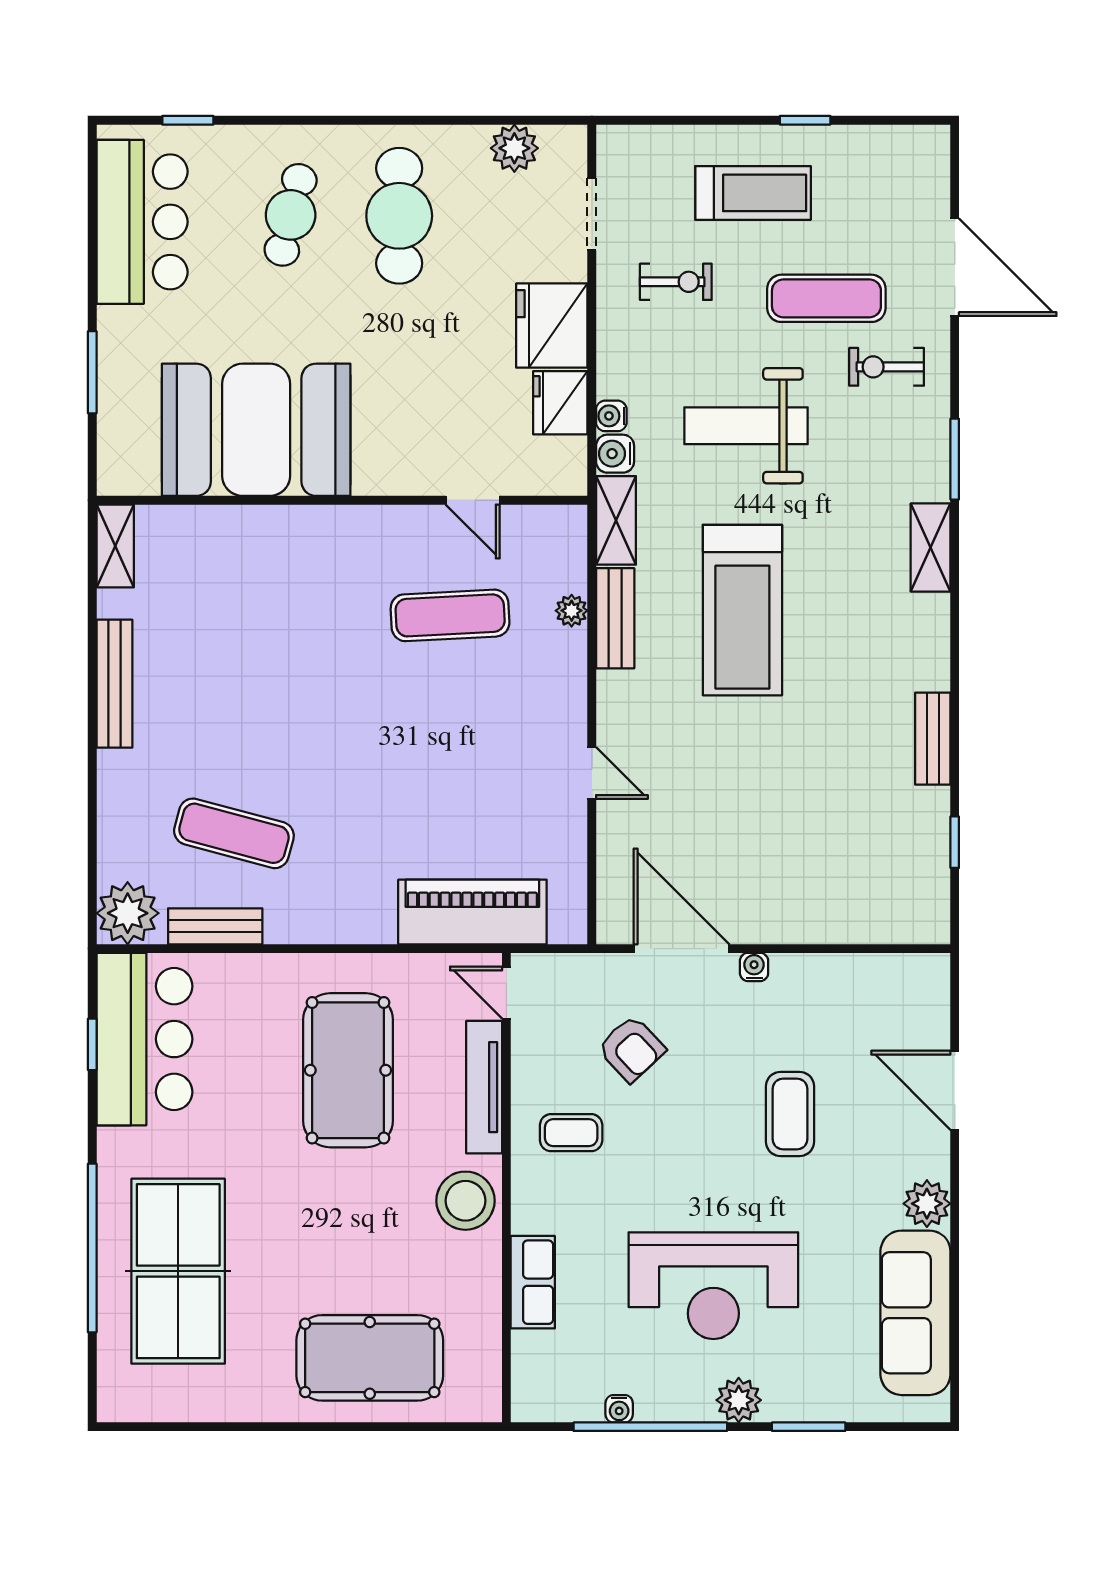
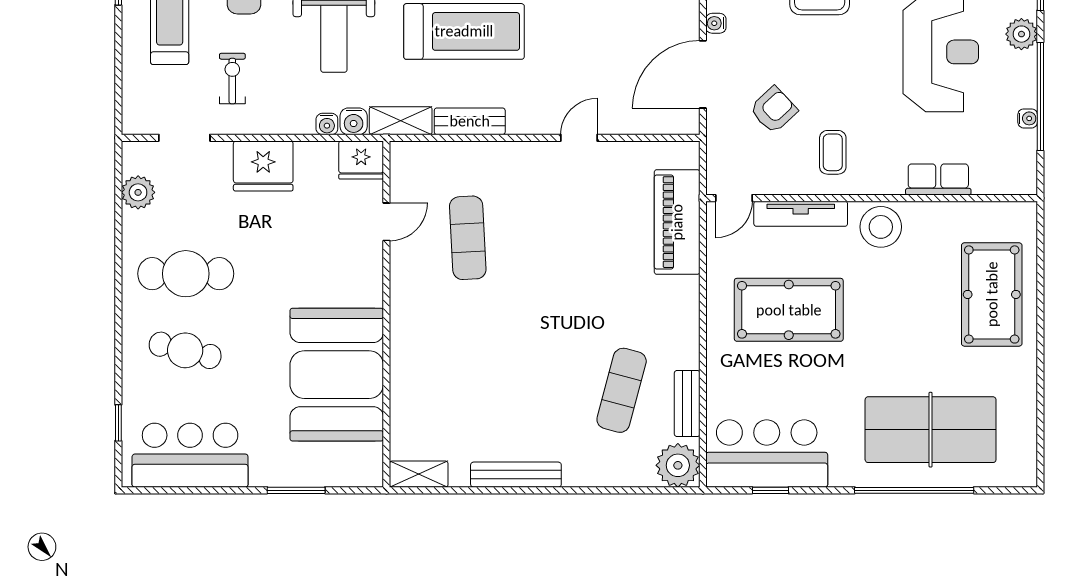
fridge: (560, 403) -> (361, 160), moved
plant: (572, 611) -> (464, 152), removed

